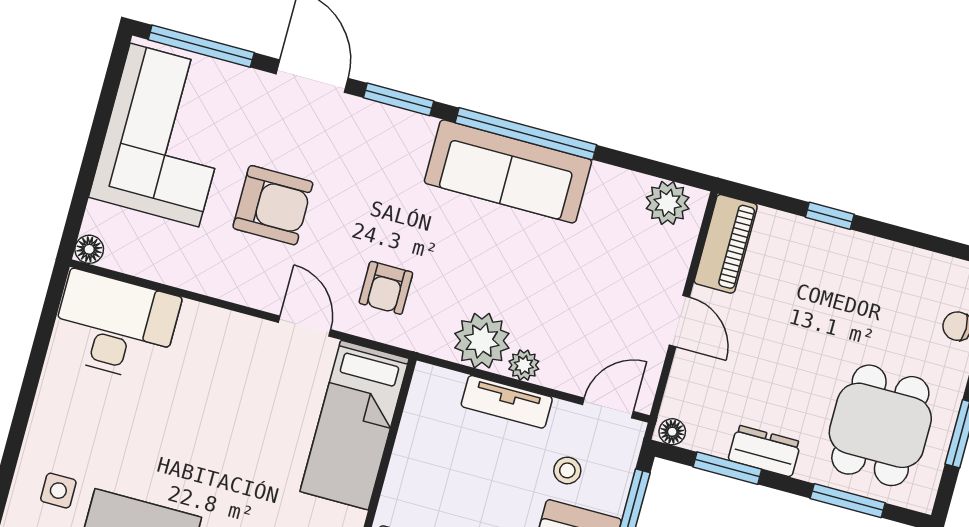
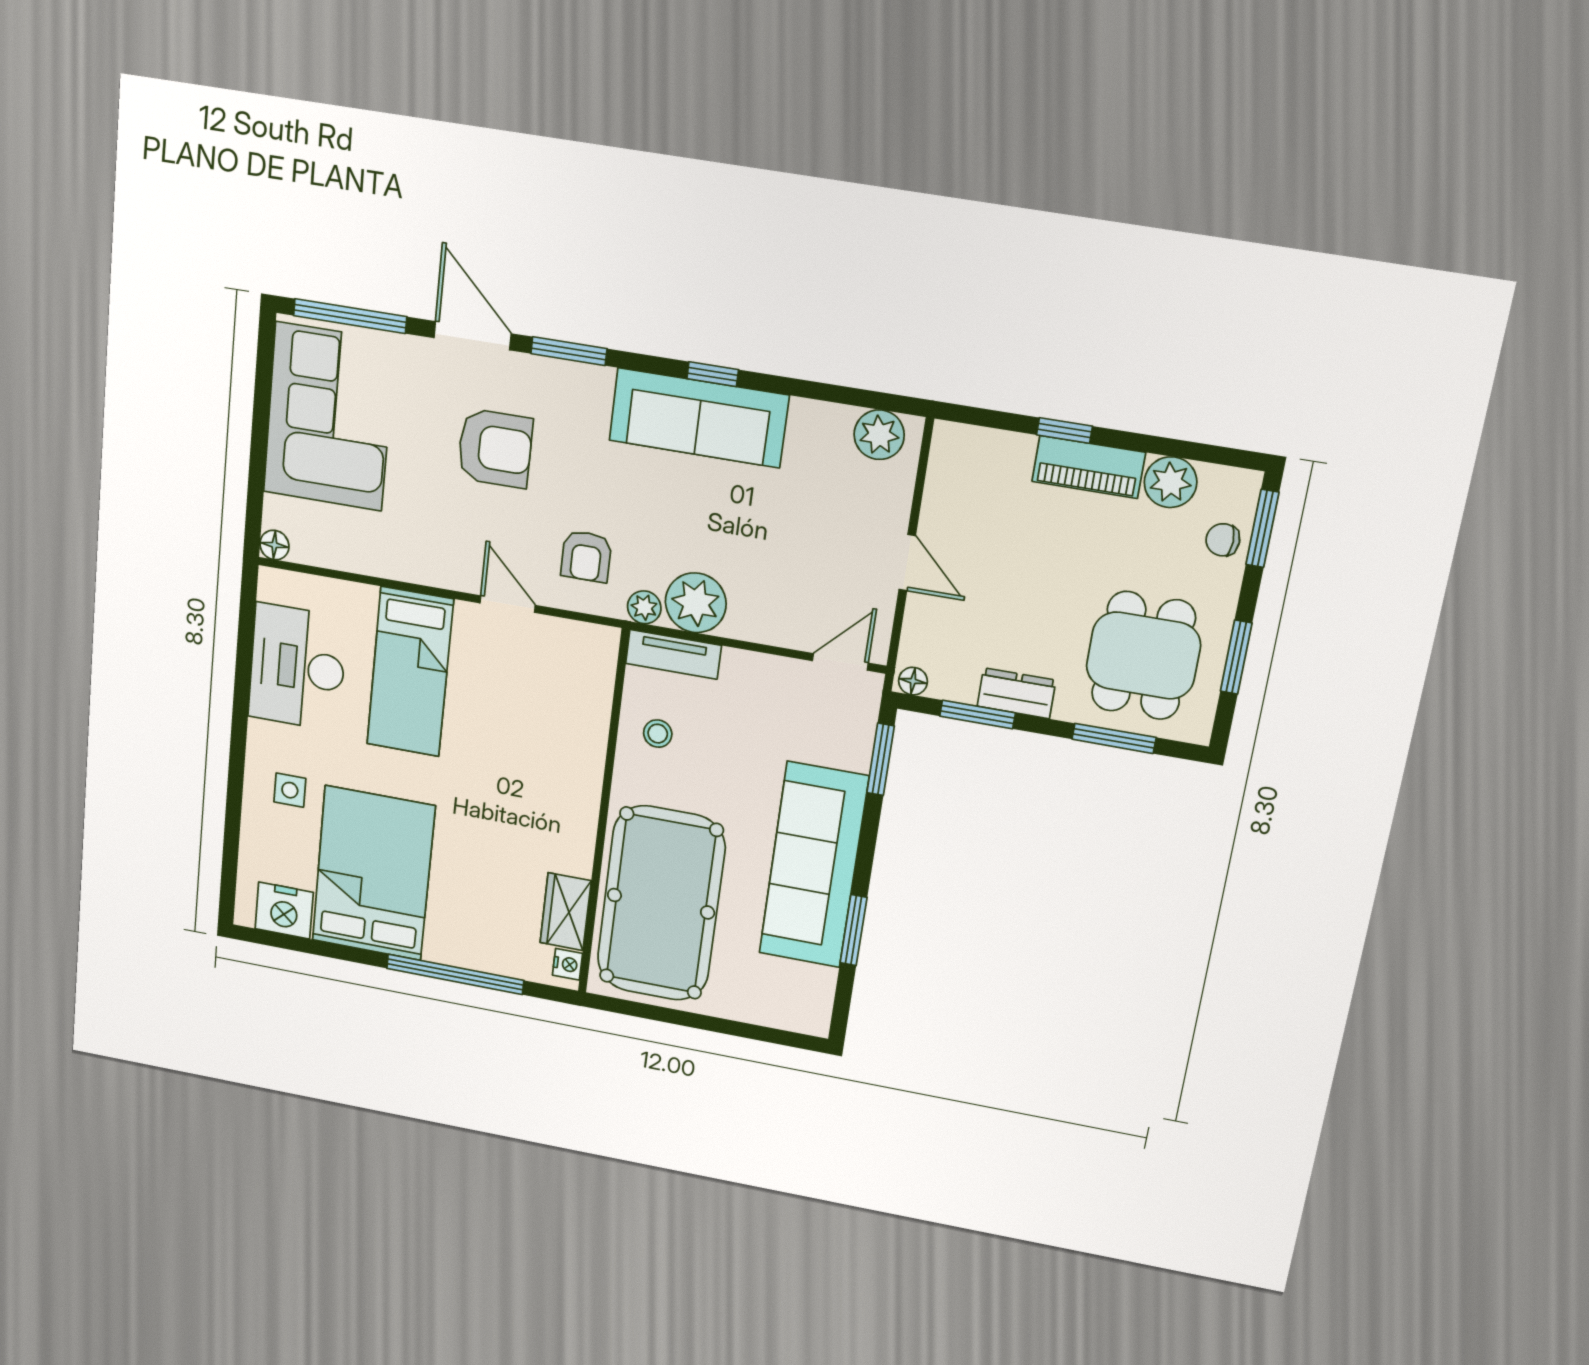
window: (526, 134) -> (713, 374), width x0.32
armchair: (273, 205) -> (495, 448), moved
piano: (726, 244) -> (1089, 467), moved, turned 90
plant: (917, 271) -> (1171, 482), added
desk: (115, 326) -> (297, 667), moved, turned -90
plant: (524, 365) -> (644, 607), moved
tv unit: (507, 402) -> (673, 654), moved
bed: (355, 425) -> (410, 672), moved
stool: (567, 470) -> (658, 734), moved

